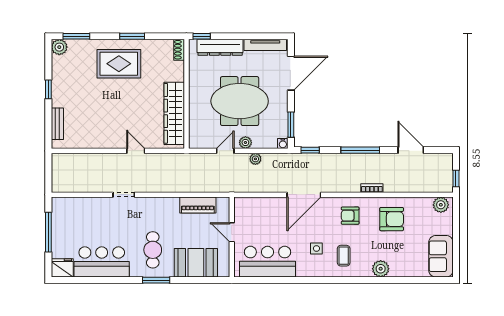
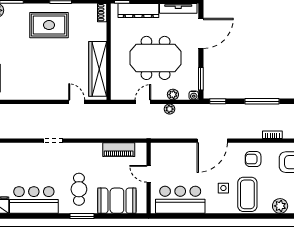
plant: (245, 142) -> (173, 95), moved
door: (136, 151) -> (77, 102), moved
coffee table: (344, 256) -> (247, 194), width x1.86, depth x1.72

